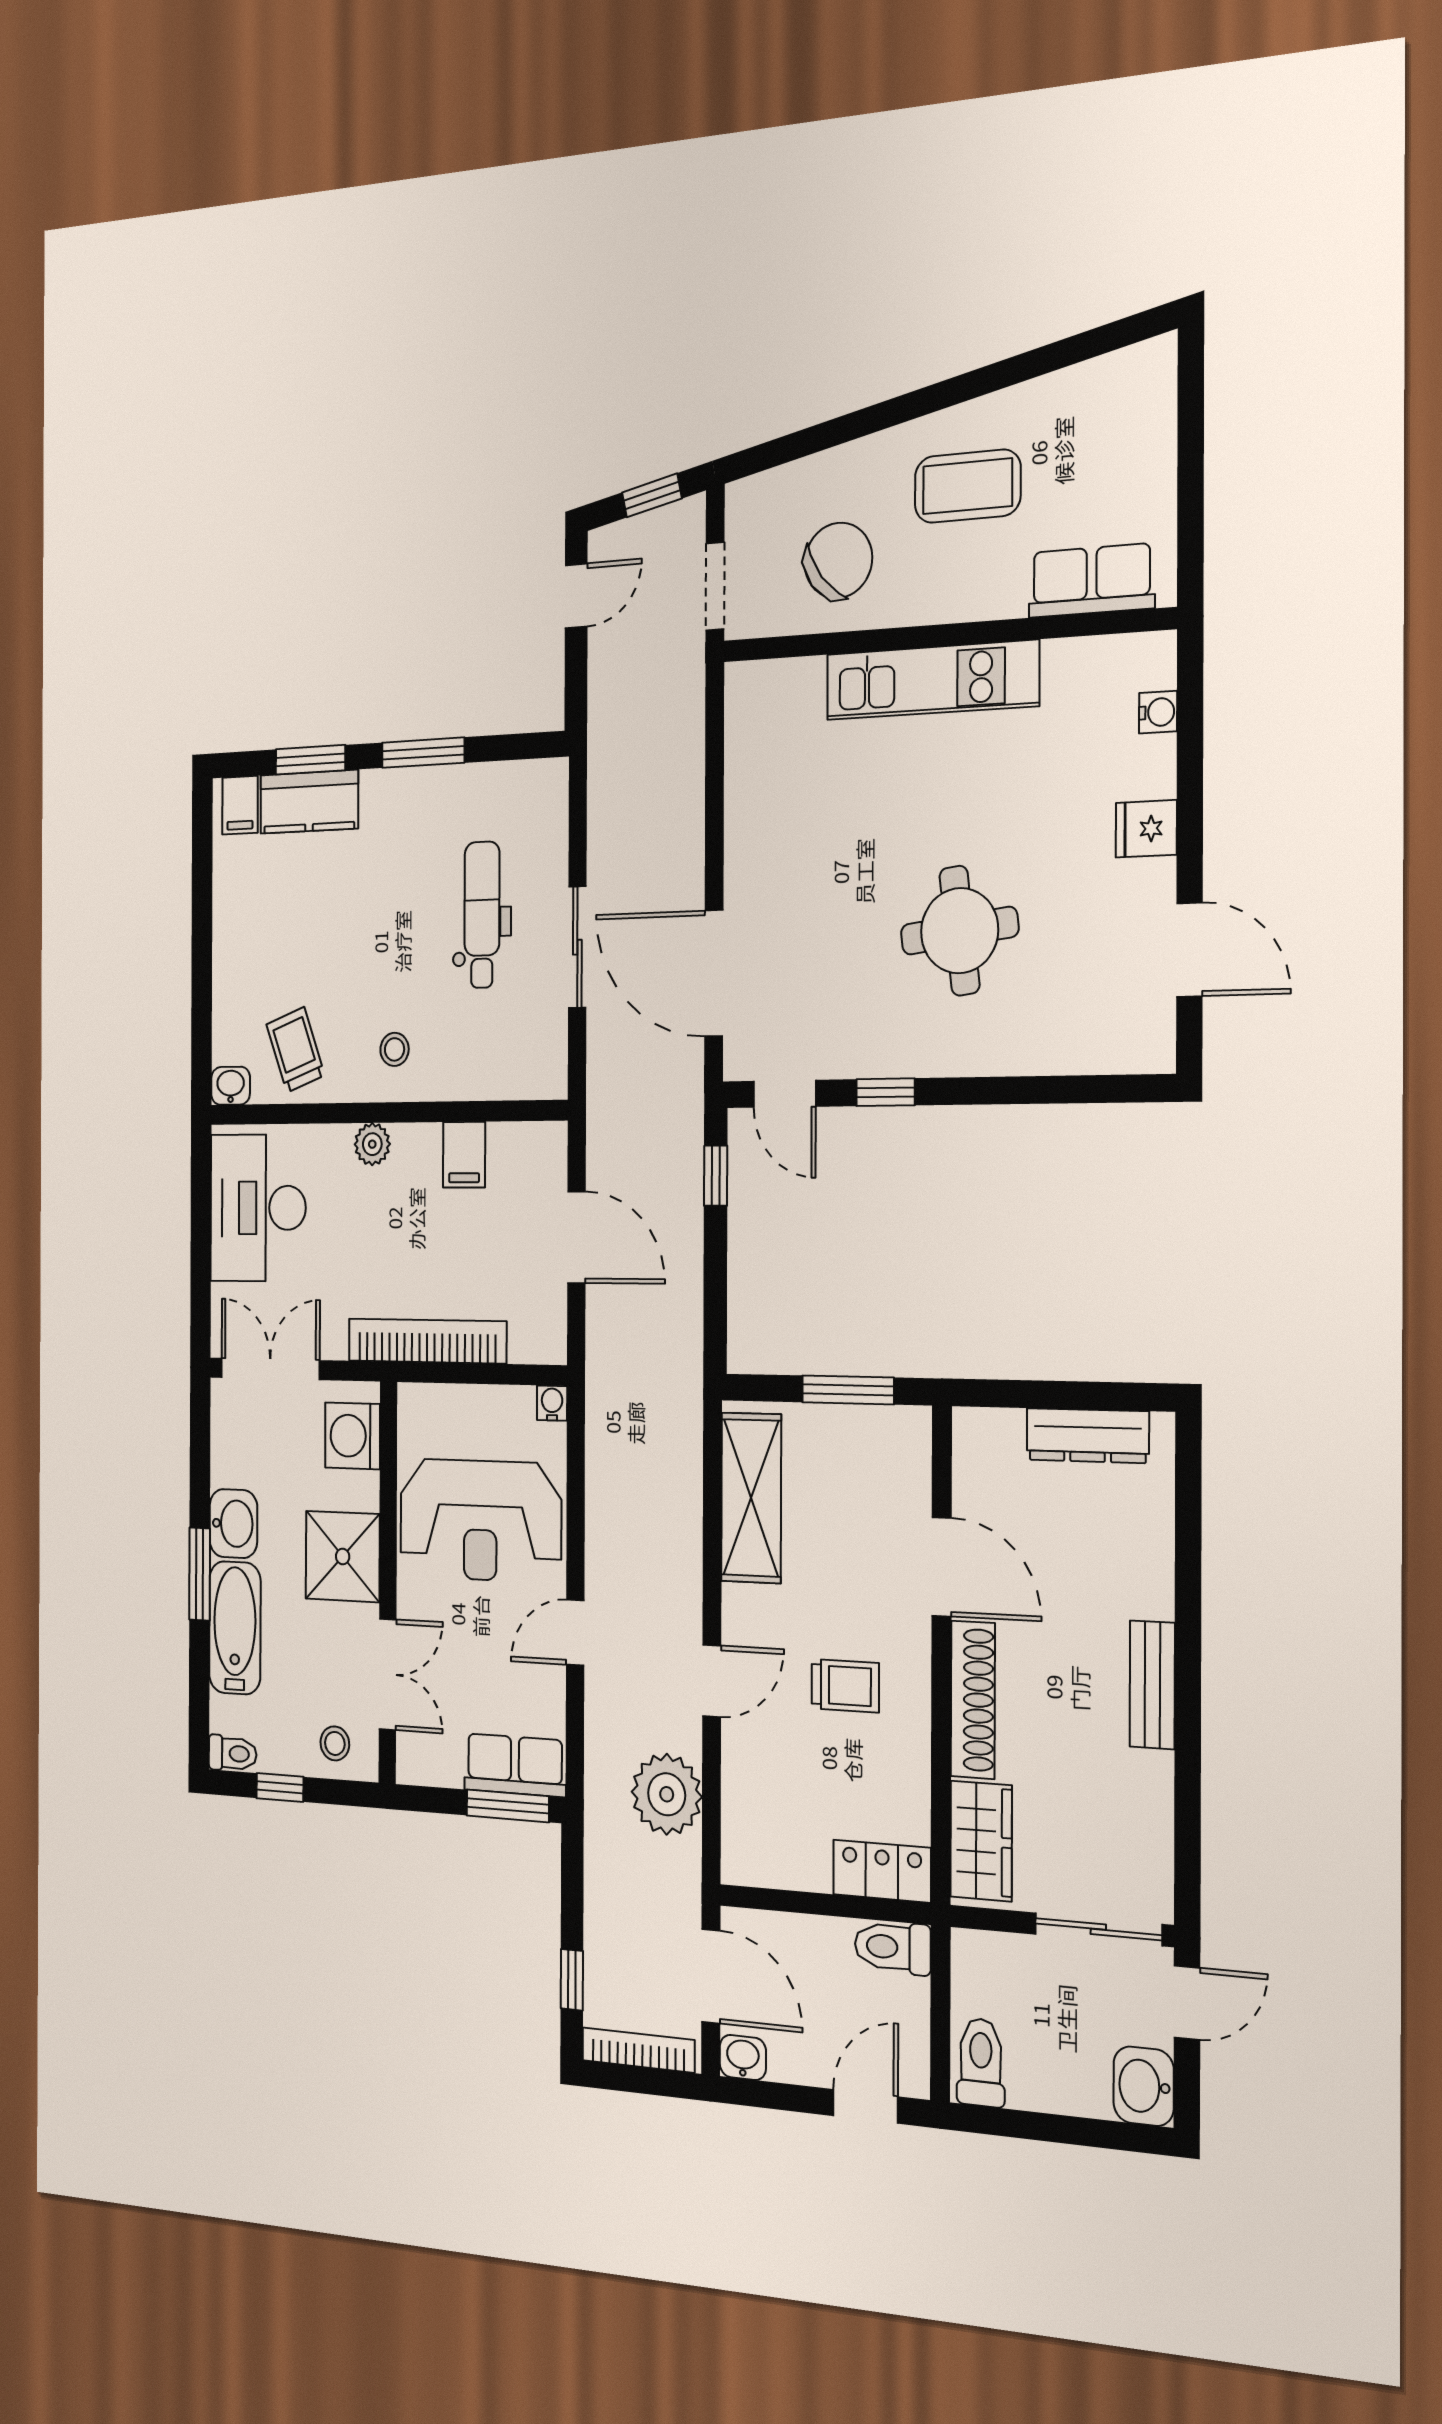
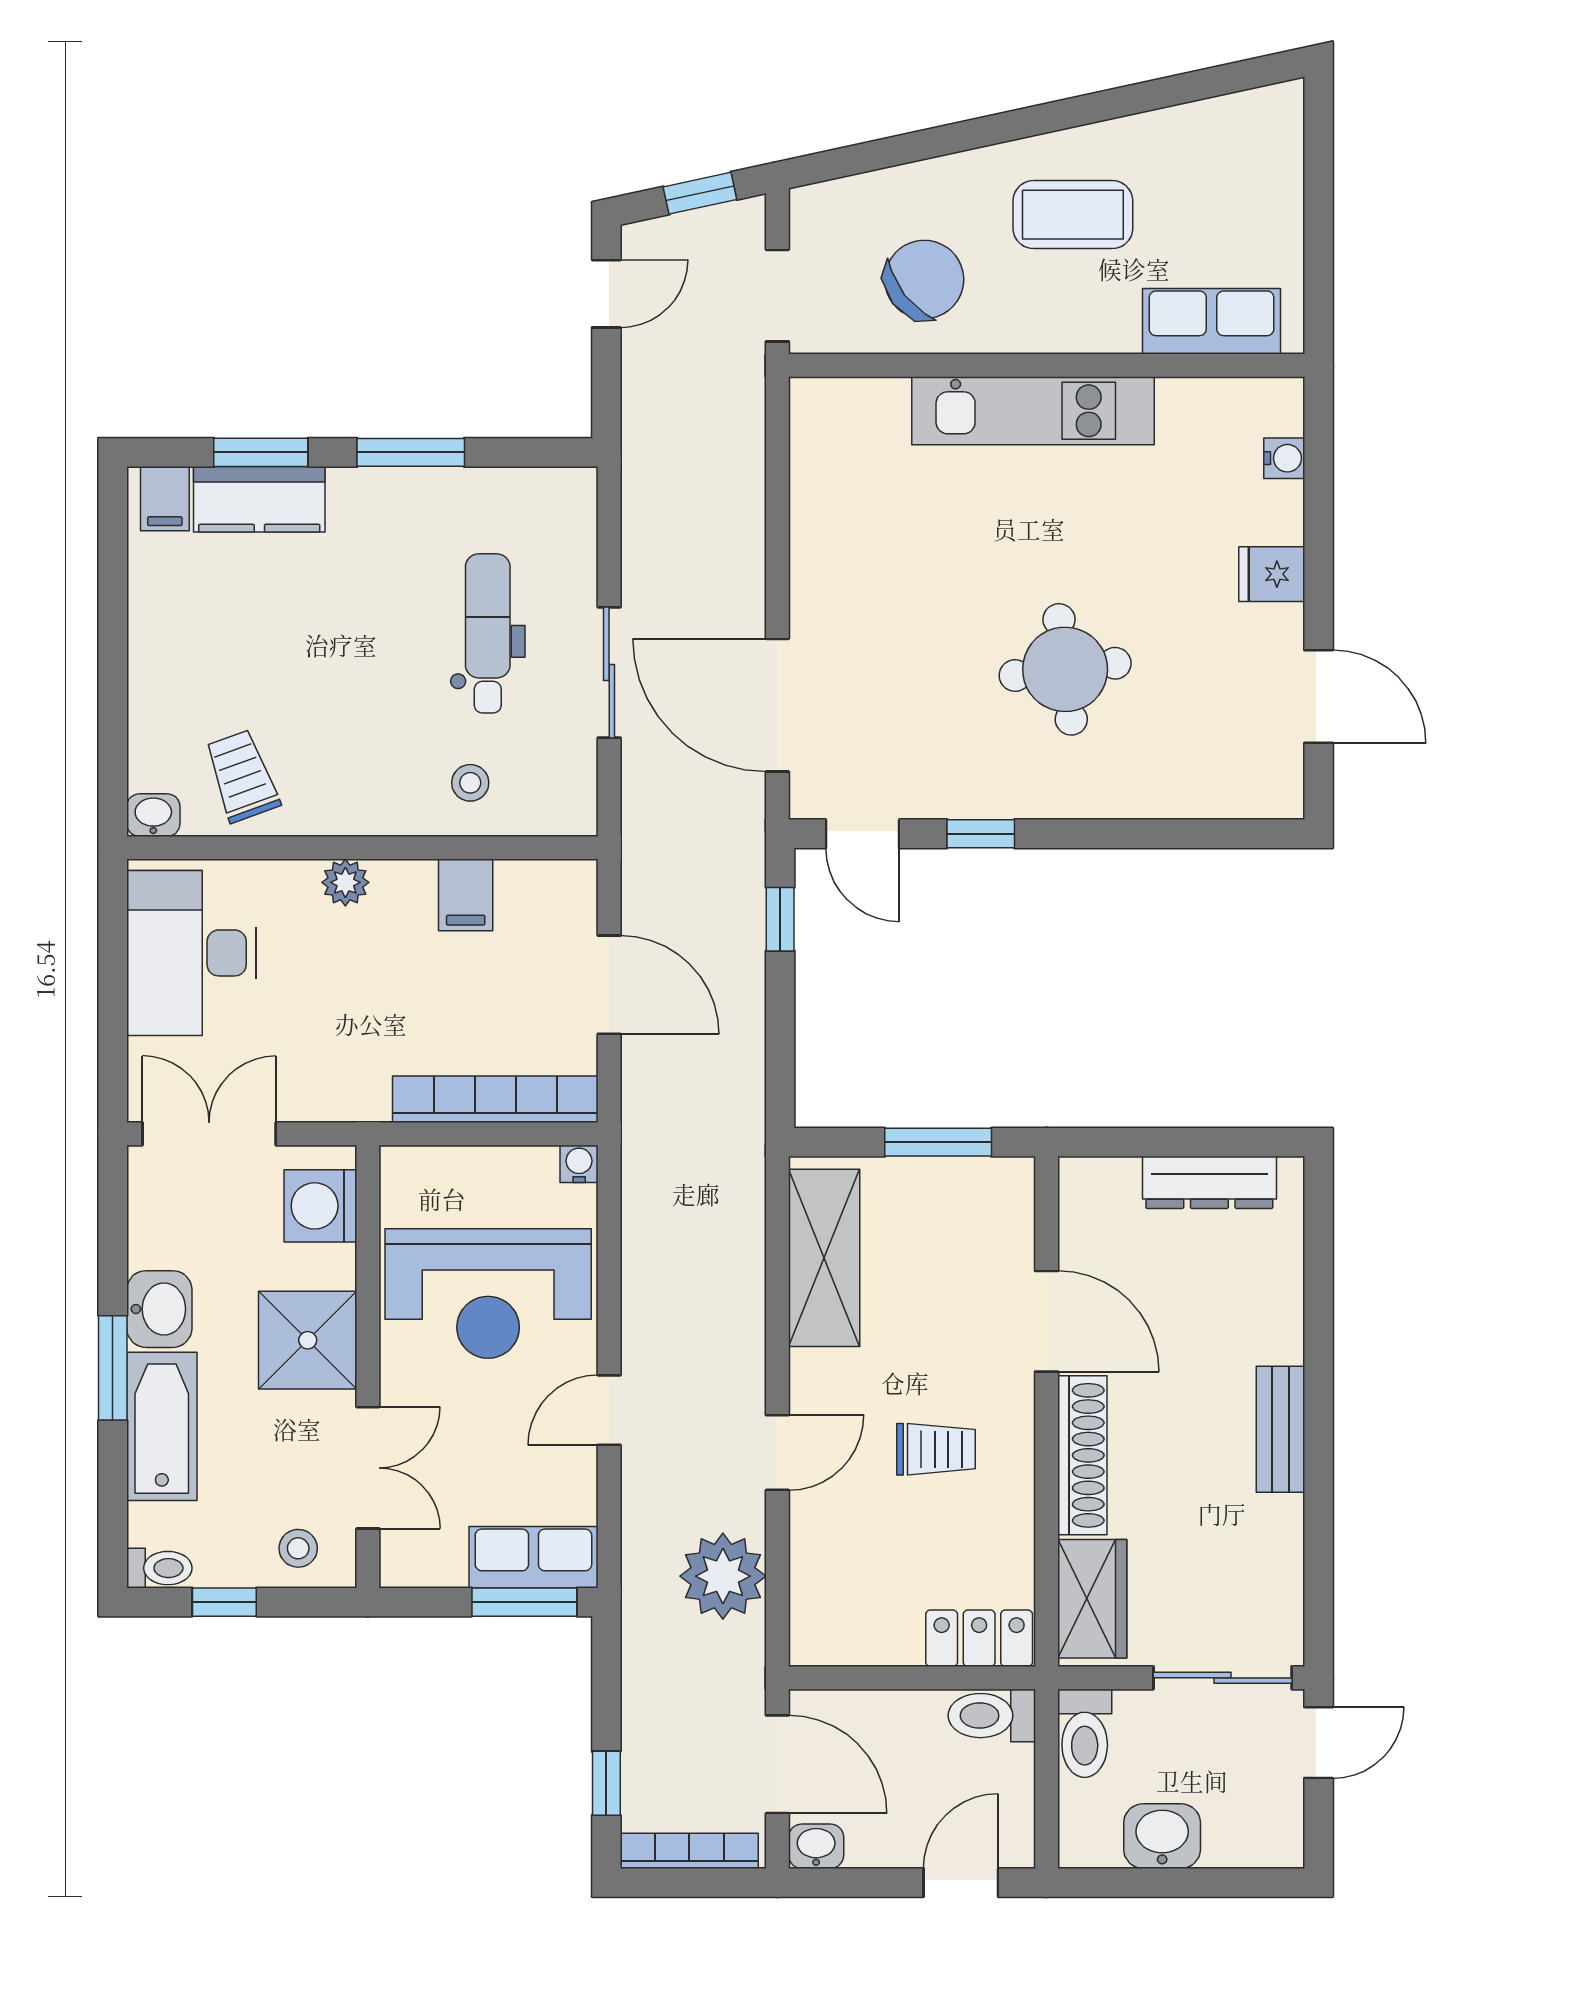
stool: (395, 1049) -> (470, 783), moved
bookcase: (427, 1341) -> (495, 1099), moved
toilet: (981, 2062) -> (1085, 1733), moved, turned 180
washbasin: (1144, 2086) -> (1162, 1836), moved, turned 90

